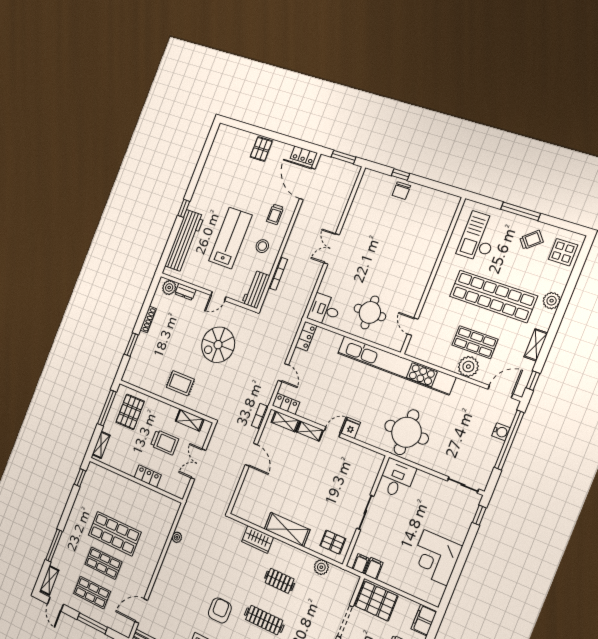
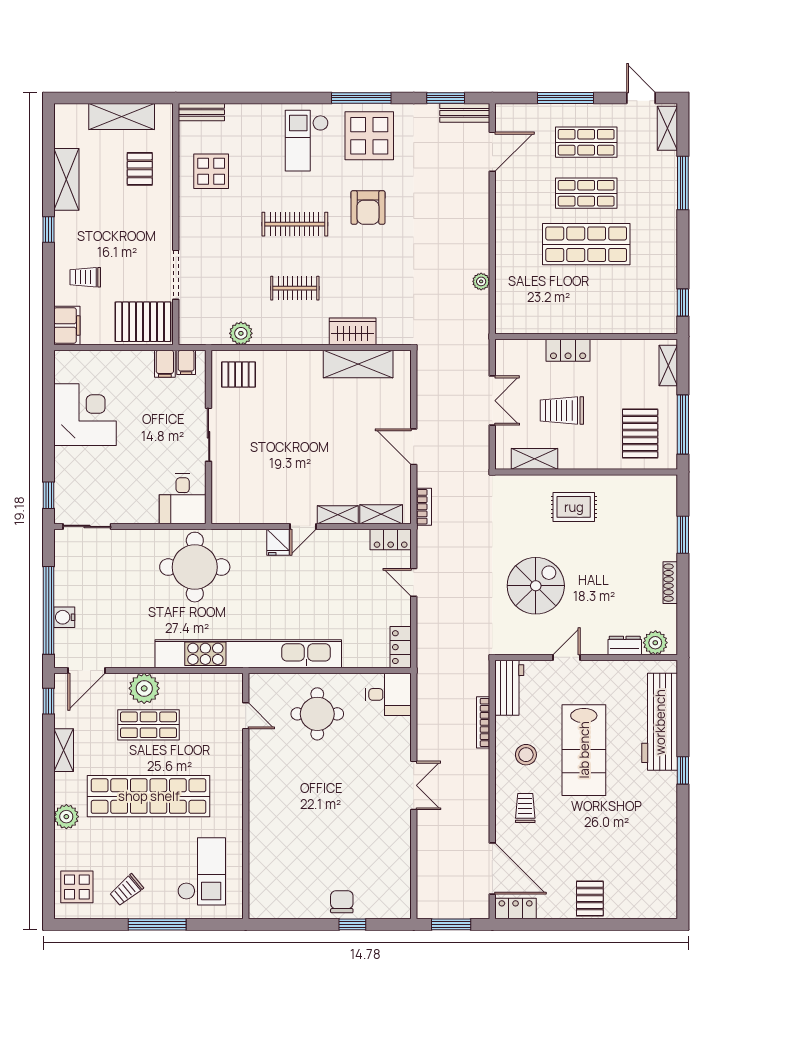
shelving: (287, 529) -> (358, 364), moved

